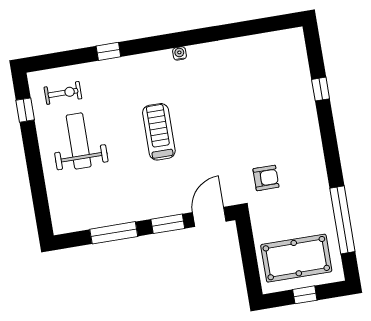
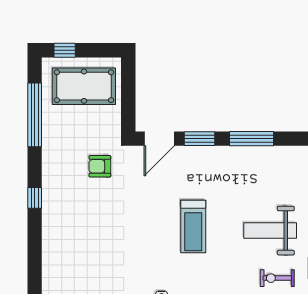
window: (321, 89) -> (35, 198), moved
weight bench: (79, 141) -> (270, 231), turned 90
window: (305, 295) -> (65, 50), moved

